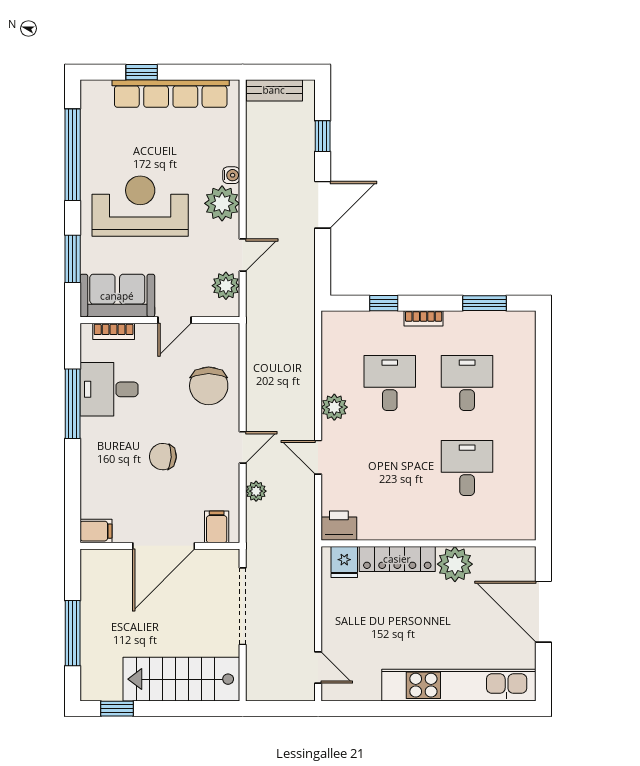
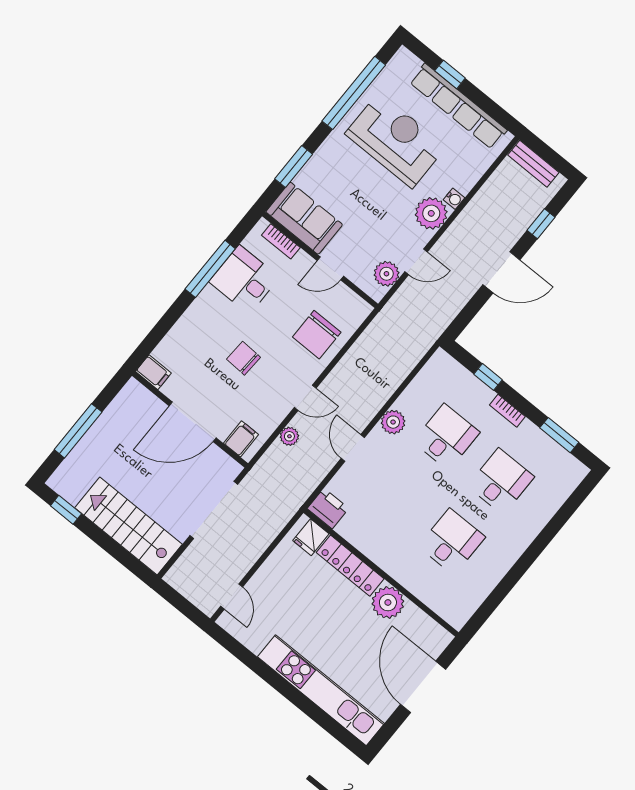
reception desk: (140, 206) -> (396, 140), moved

